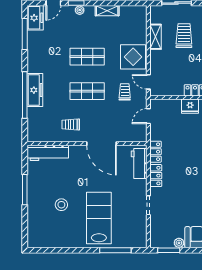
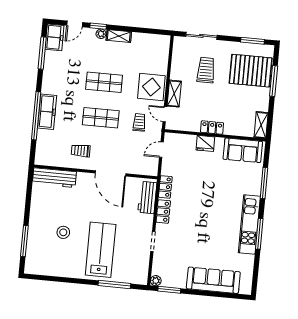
shelving: (107, 11) -> (119, 36), moved
shelving: (156, 37) -> (174, 94), moved
window: (25, 190) -> (24, 241), moved
plant: (179, 243) -> (156, 281), moved

